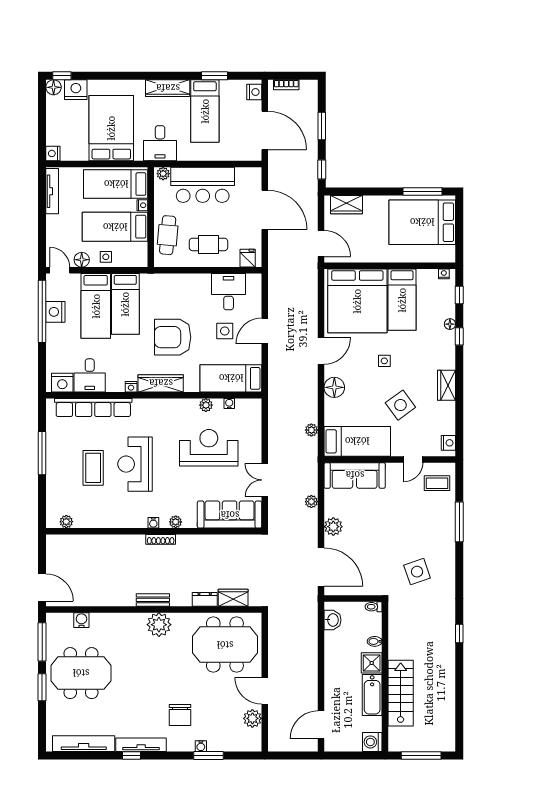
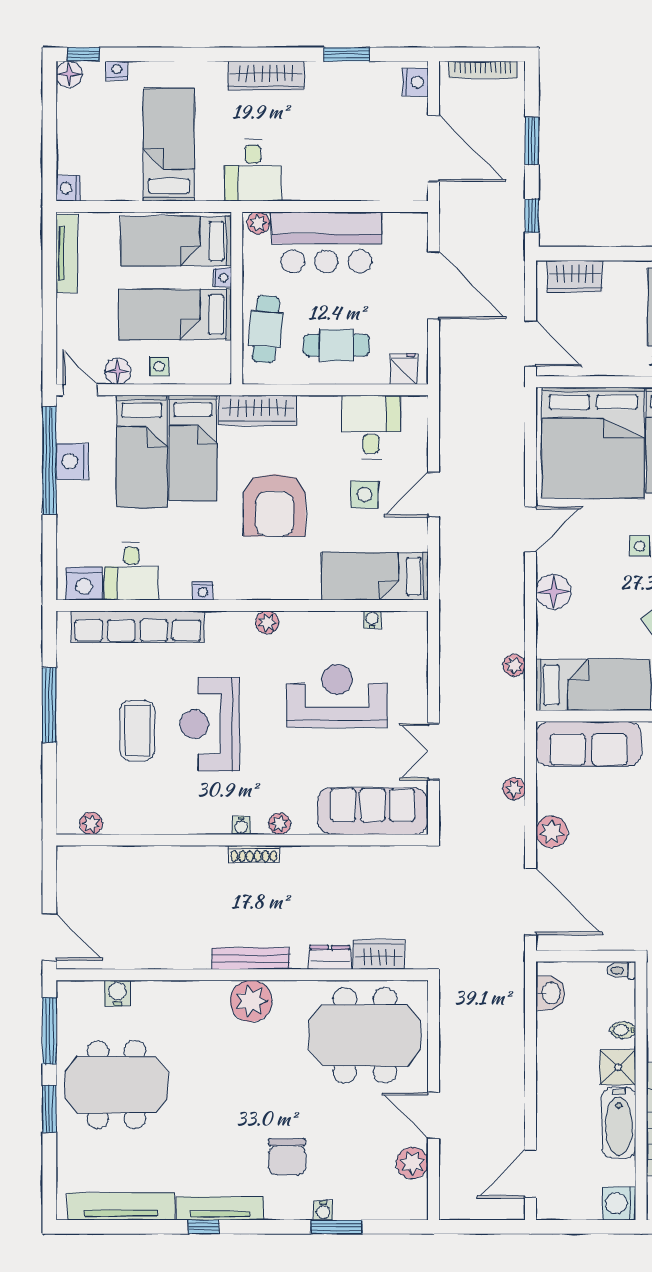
bookcase: (286, 85) -> (483, 70), width x1.56
nightstand: (76, 90) -> (117, 71), width x0.53, depth x0.56
bed: (205, 111) -> (330, 115), removed
bed: (111, 128) -> (169, 145), width x0.67
armchair: (173, 337) -> (275, 505), turned -90
wardrobe: (161, 383) -> (258, 410), moved, turned 180
plant: (206, 405) -> (267, 622), moved
bench: (153, 600) -> (251, 959), width x1.36

